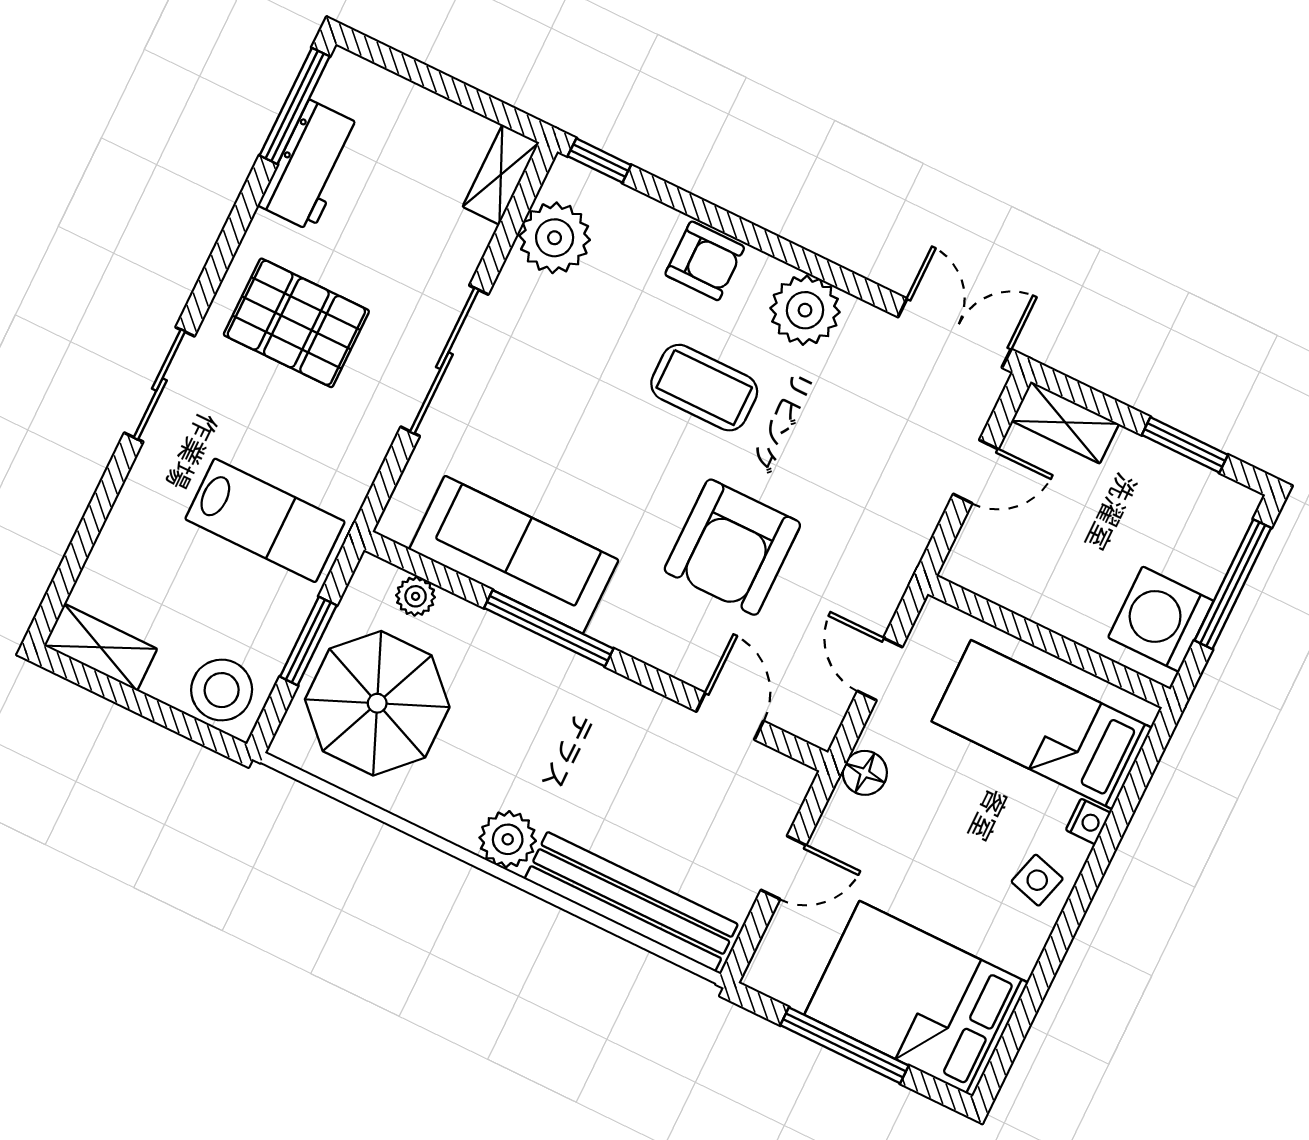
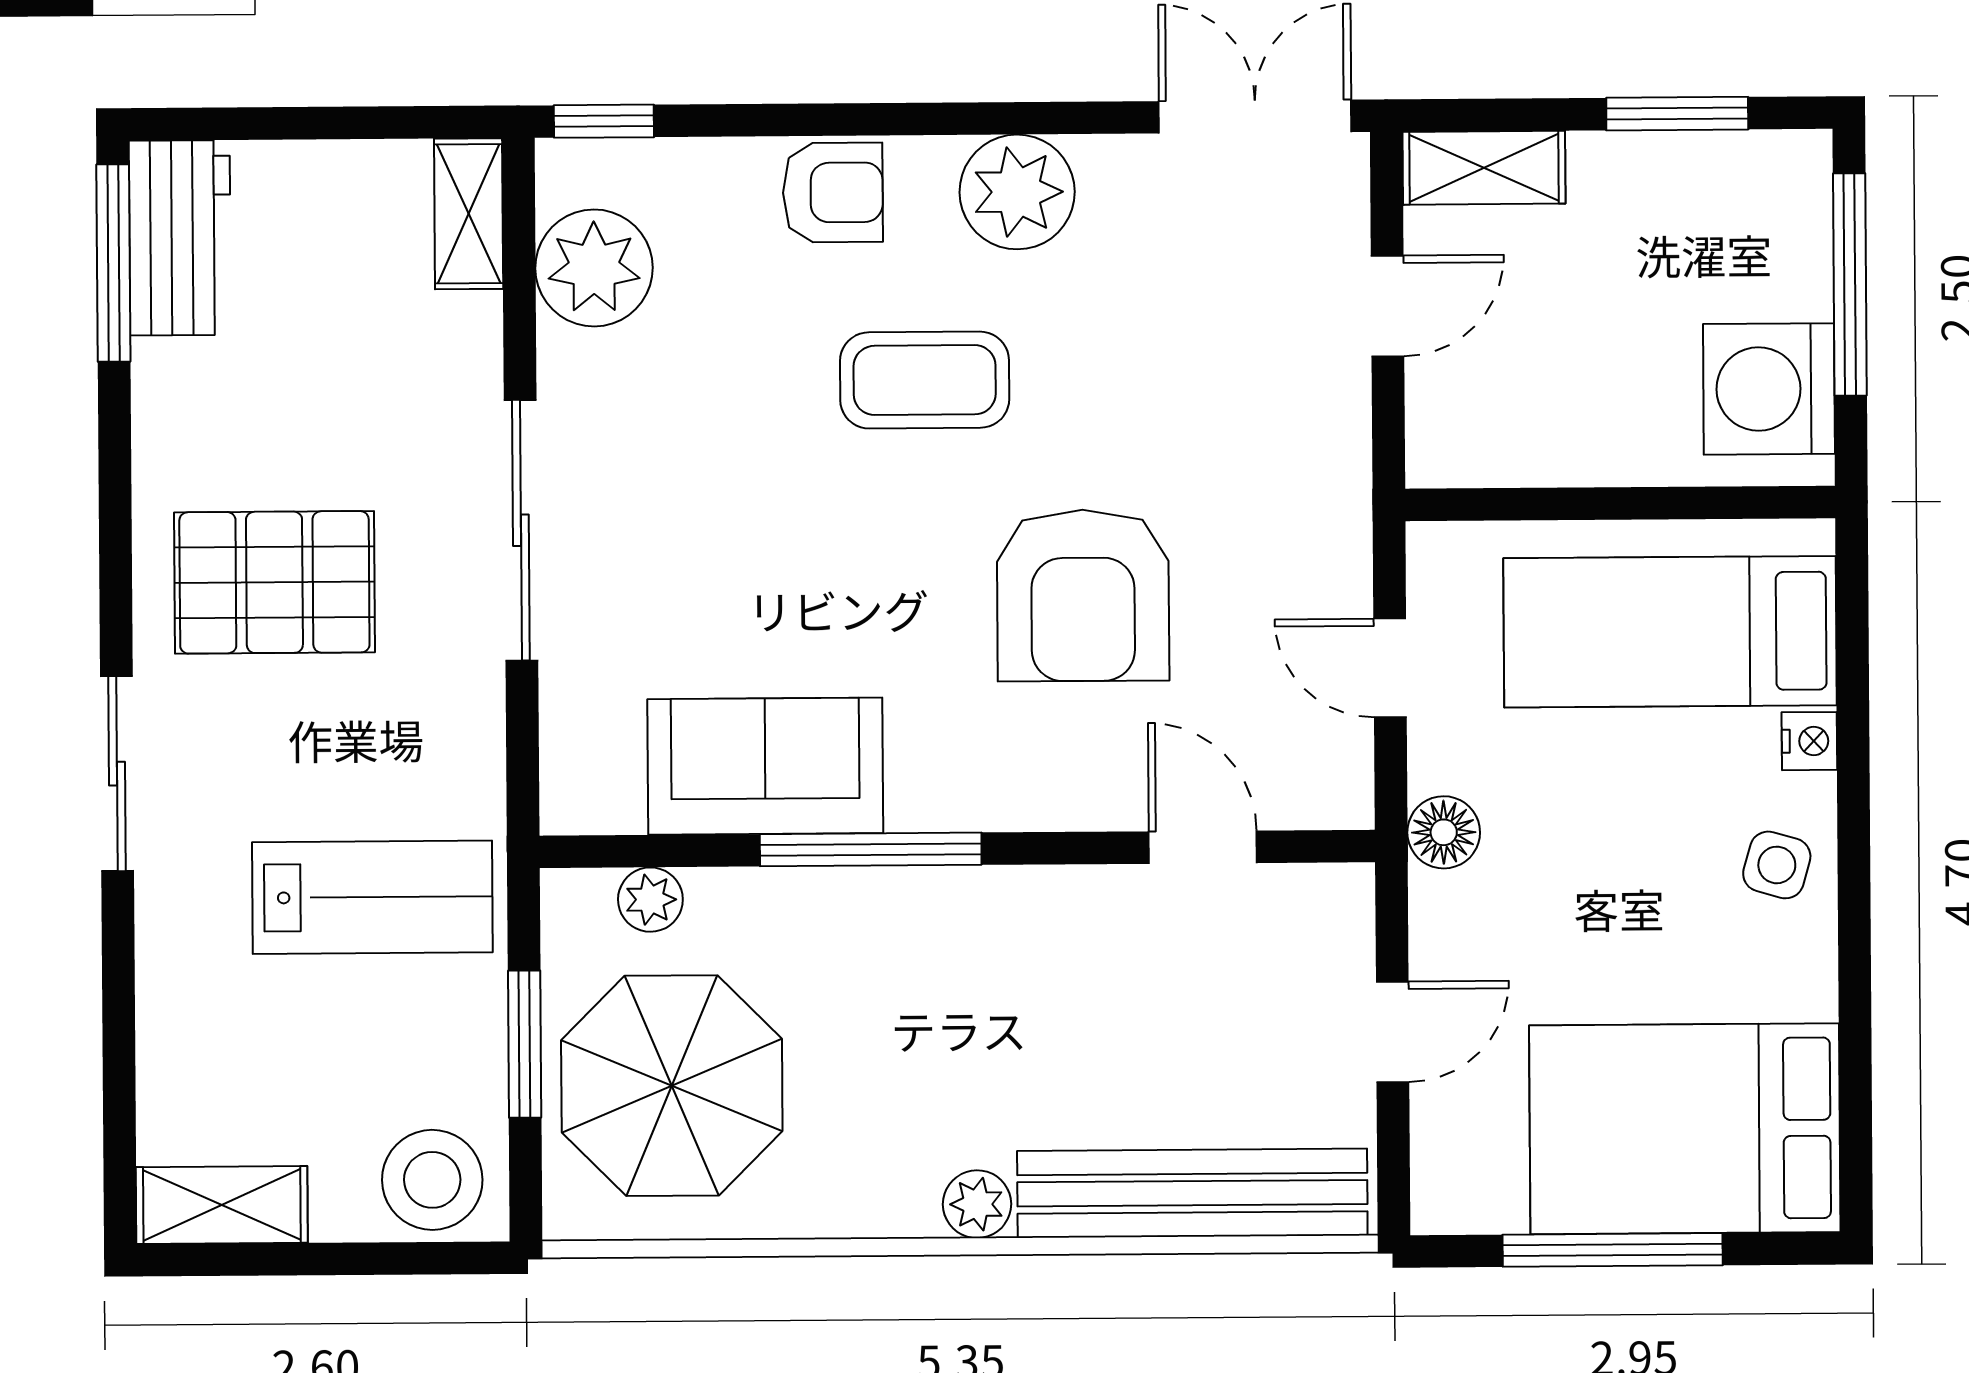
workbench: (311, 166) -> (180, 238), moved
sofa: (514, 555) -> (765, 766), width x0.73
plant: (508, 839) -> (977, 1204), width x0.73, depth x0.73

